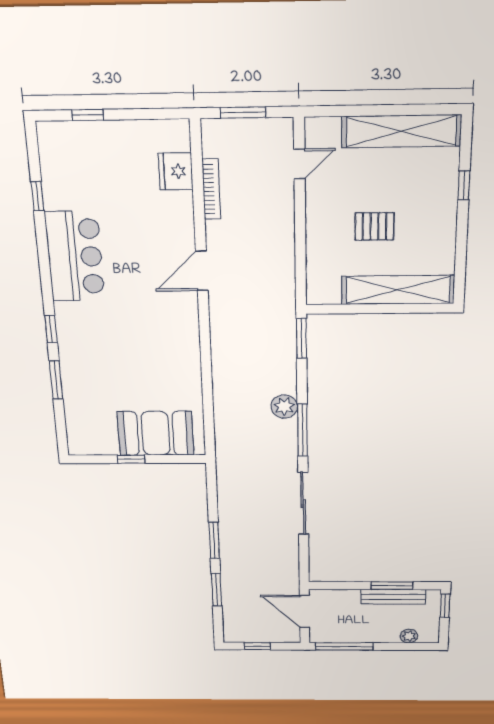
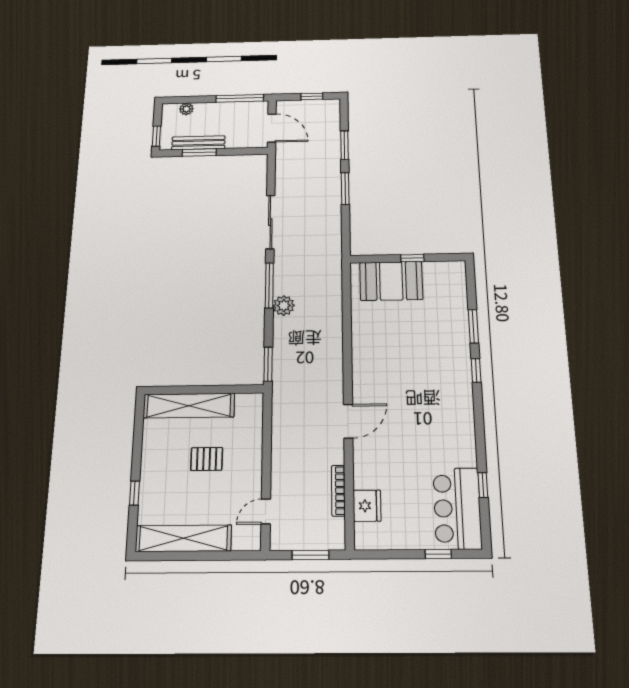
bar counter: (75, 257) -> (457, 508), moved

